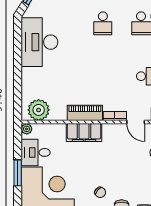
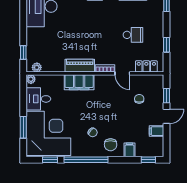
window: (18, 97) -> (23, 53), added
plant: (39, 110) -> (37, 67), width x0.53, depth x0.53
window: (18, 173) -> (23, 127), moved

